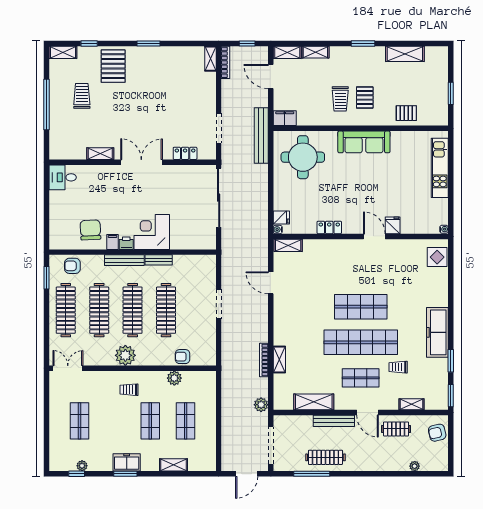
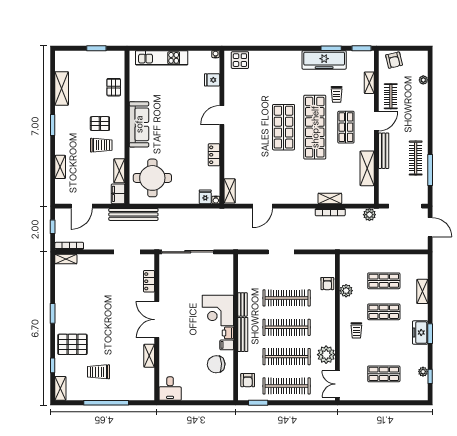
shelving: (287, 52) -> (119, 171), moved
fridge: (393, 225) -> (212, 80), moved
freezer: (437, 332) -> (324, 60), moved
plant: (125, 355) -> (326, 355), moved

